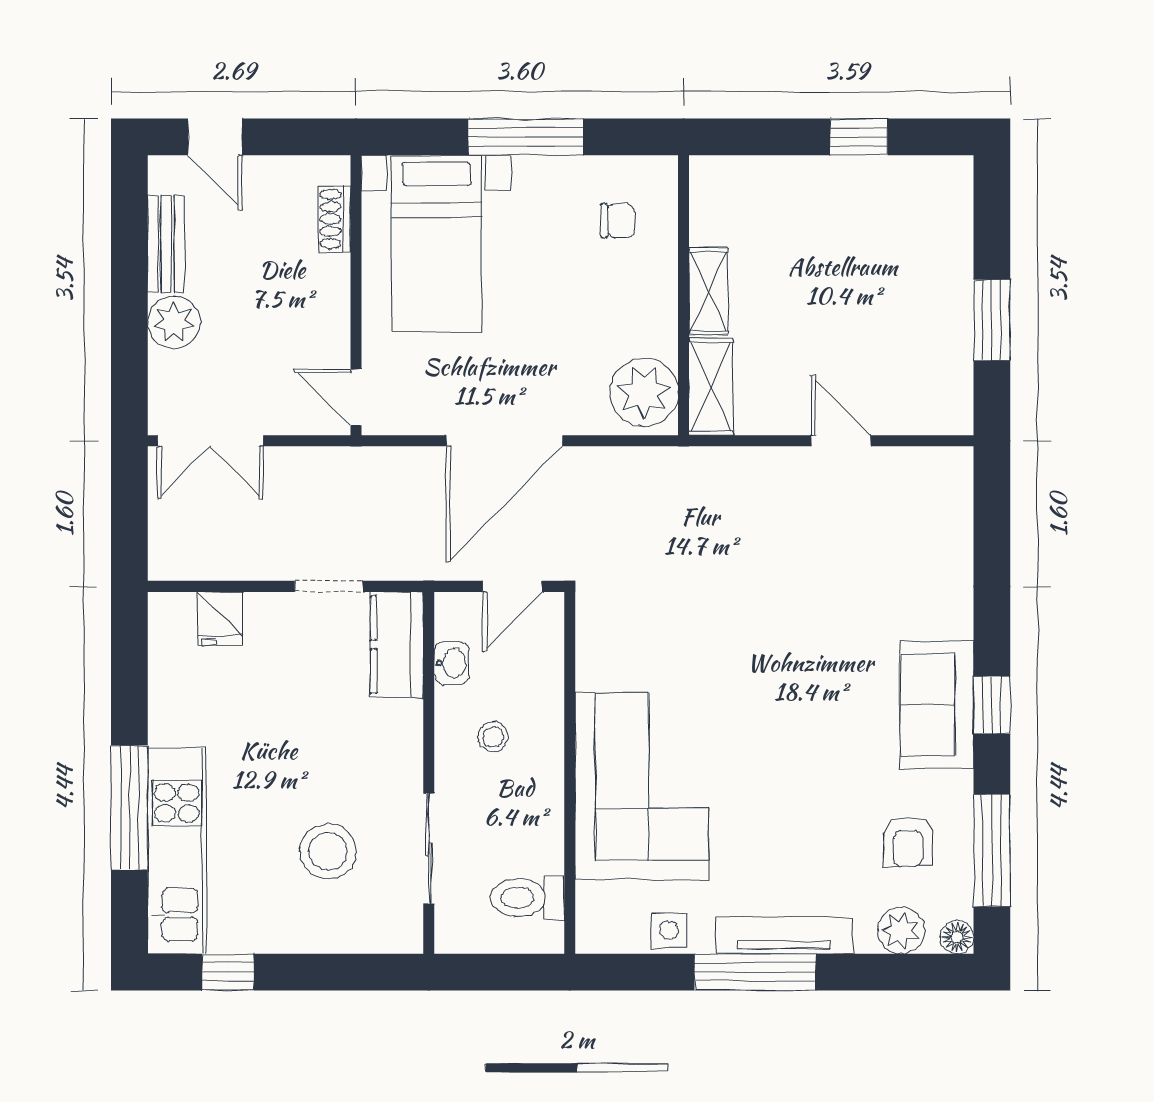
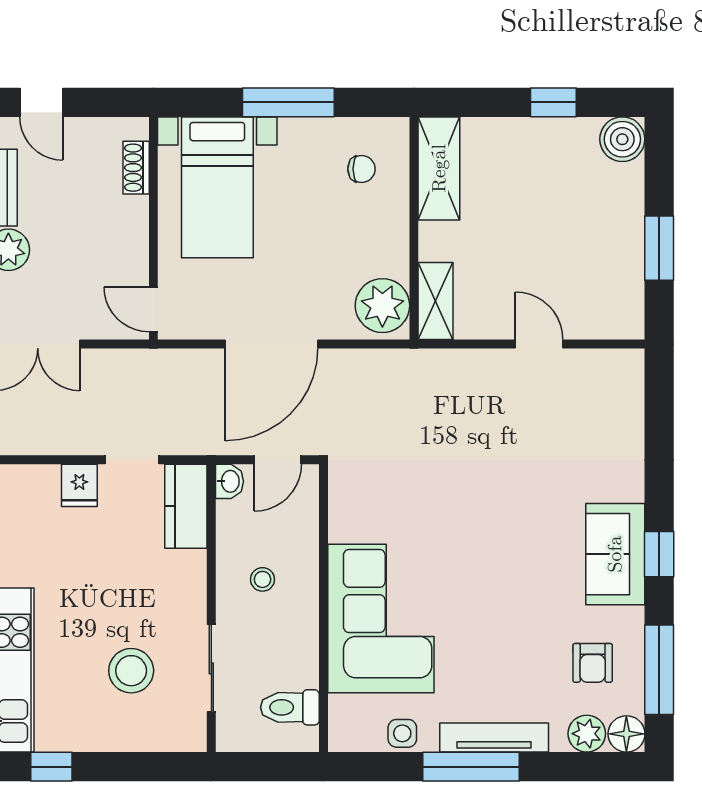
boiler: (946, 183) -> (622, 139), added
shelving: (708, 291) -> (439, 168), moved, width x1.50, depth x1.33
fridge: (220, 618) -> (79, 485), moved
washbasin: (452, 663) -> (230, 481), moved
floor lamp: (957, 937) -> (626, 734), width x1.37, depth x1.37

